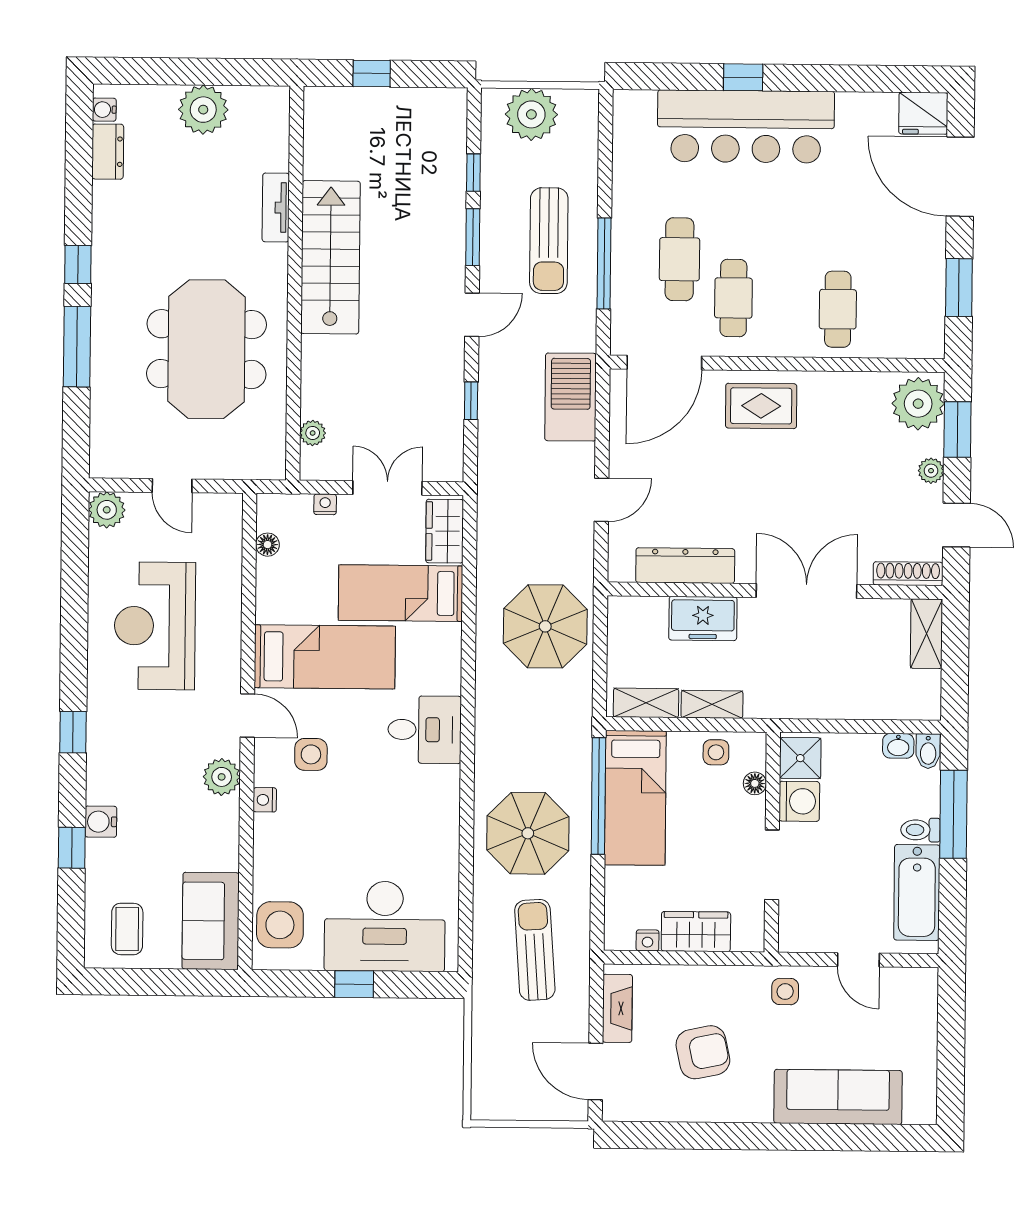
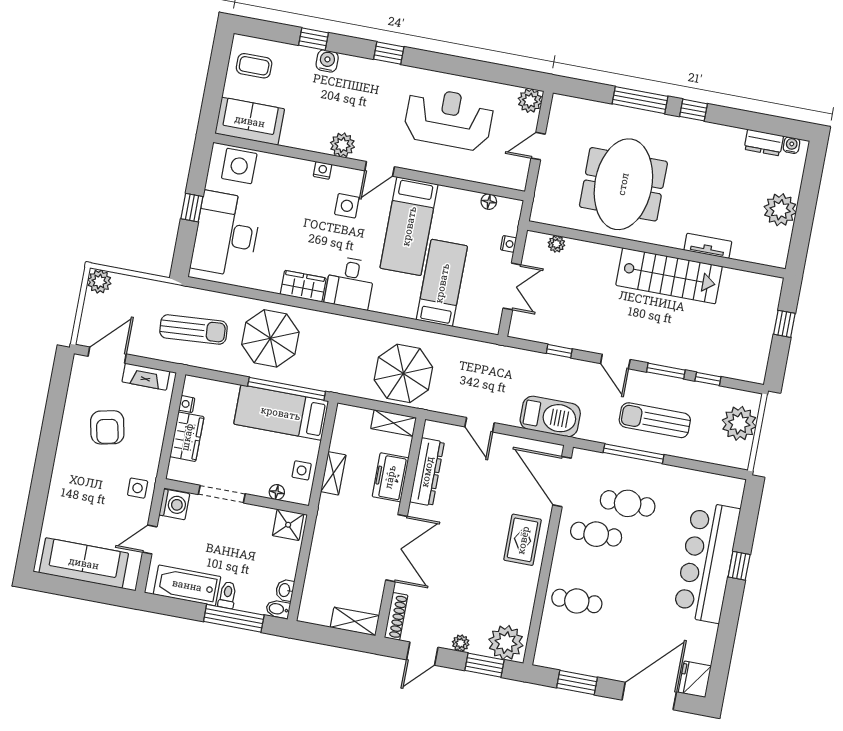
meeting table: (206, 349) -> (623, 184), turned 90
wardrobe: (445, 531) -> (303, 286), moved
shelving: (646, 703) -> (394, 423), moved, turned 90
washing machine: (799, 801) -> (174, 504), moved, turned -90
sofa: (838, 1097) -> (84, 563), moved, turned -90
plant: (488, 1102) -> (99, 282), added

